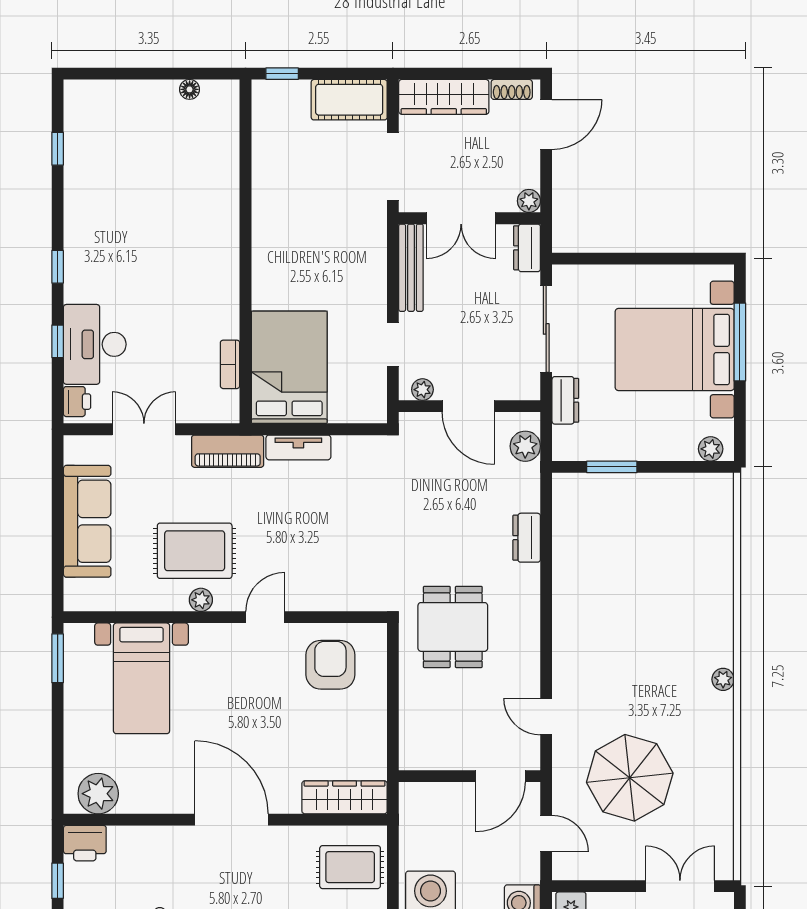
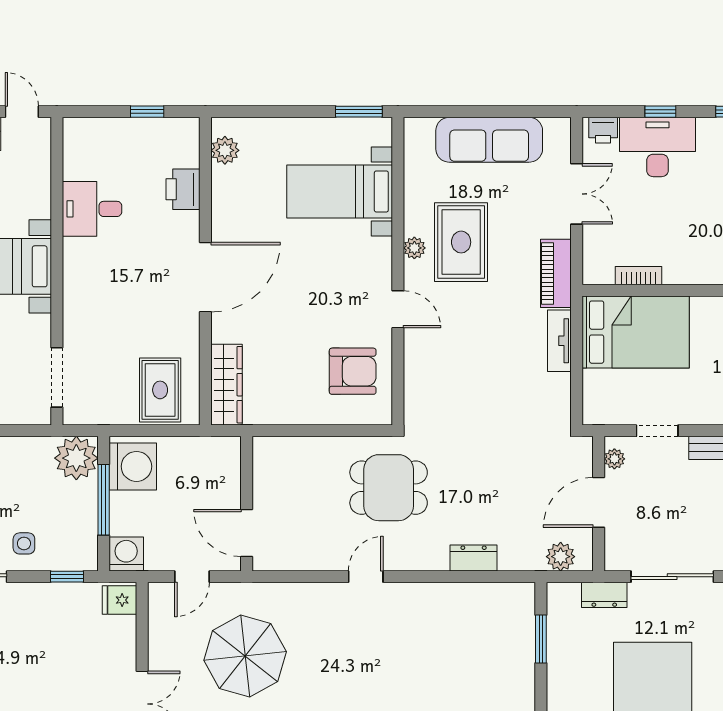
door: (546, 717) -> (366, 577), moved
plant: (98, 794) -> (225, 150), width x0.73, depth x0.73
printer: (85, 843) -> (183, 189), moved

